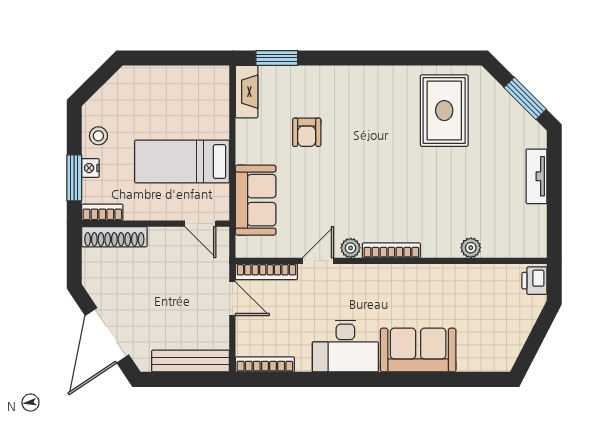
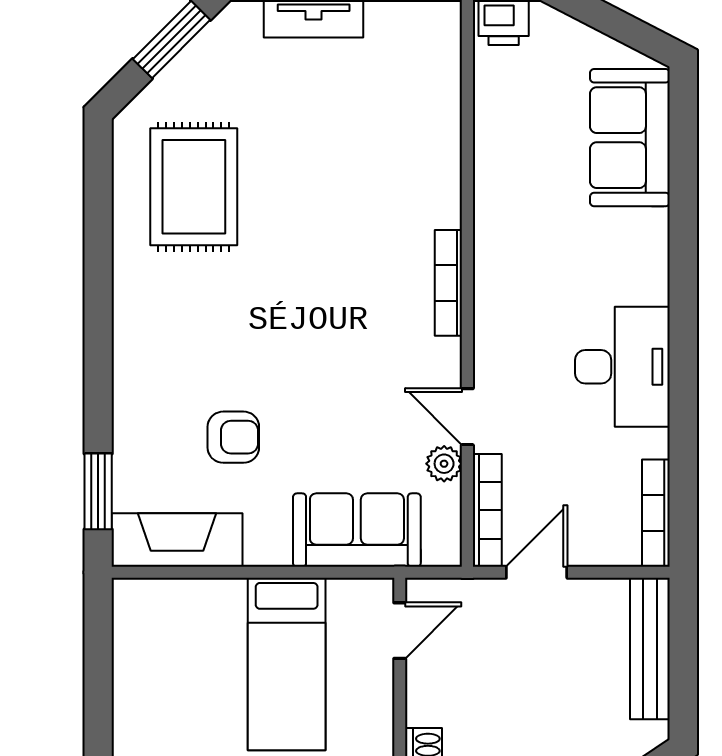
fireplace: (247, 92) -> (177, 540), width x1.37, depth x1.32
rug: (444, 111) -> (194, 187), turned 90
plant: (351, 248) -> (444, 464), moved
plant: (471, 248) -> (444, 138), removed
sofa: (418, 350) -> (630, 138), moved

